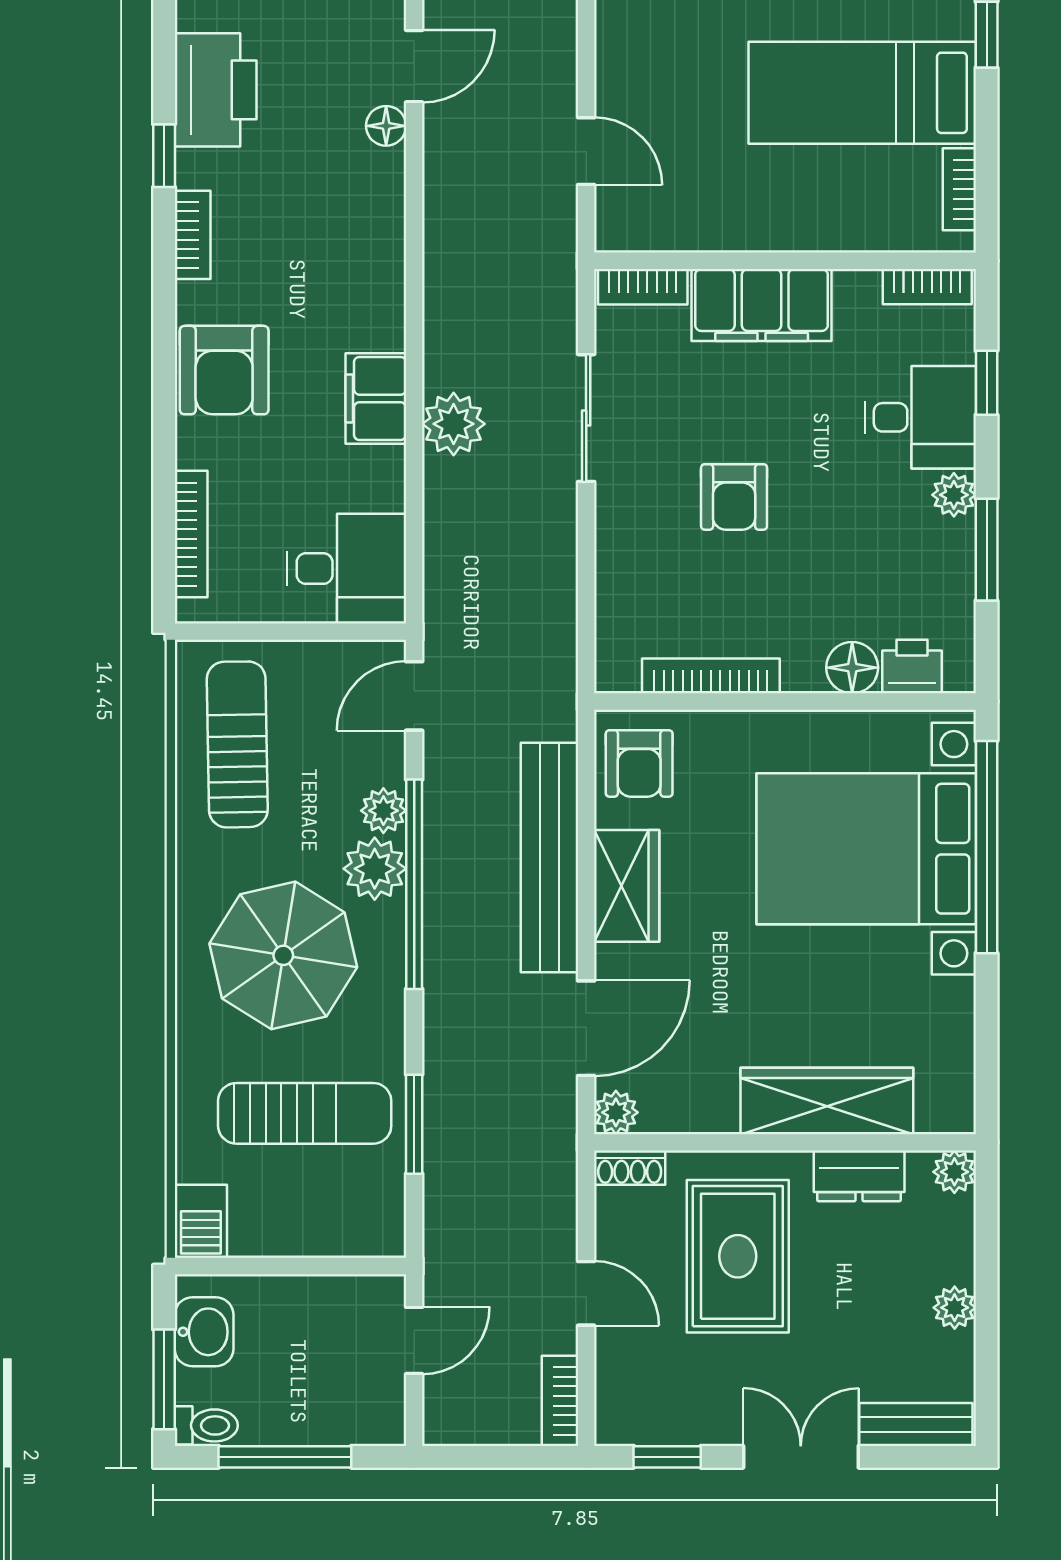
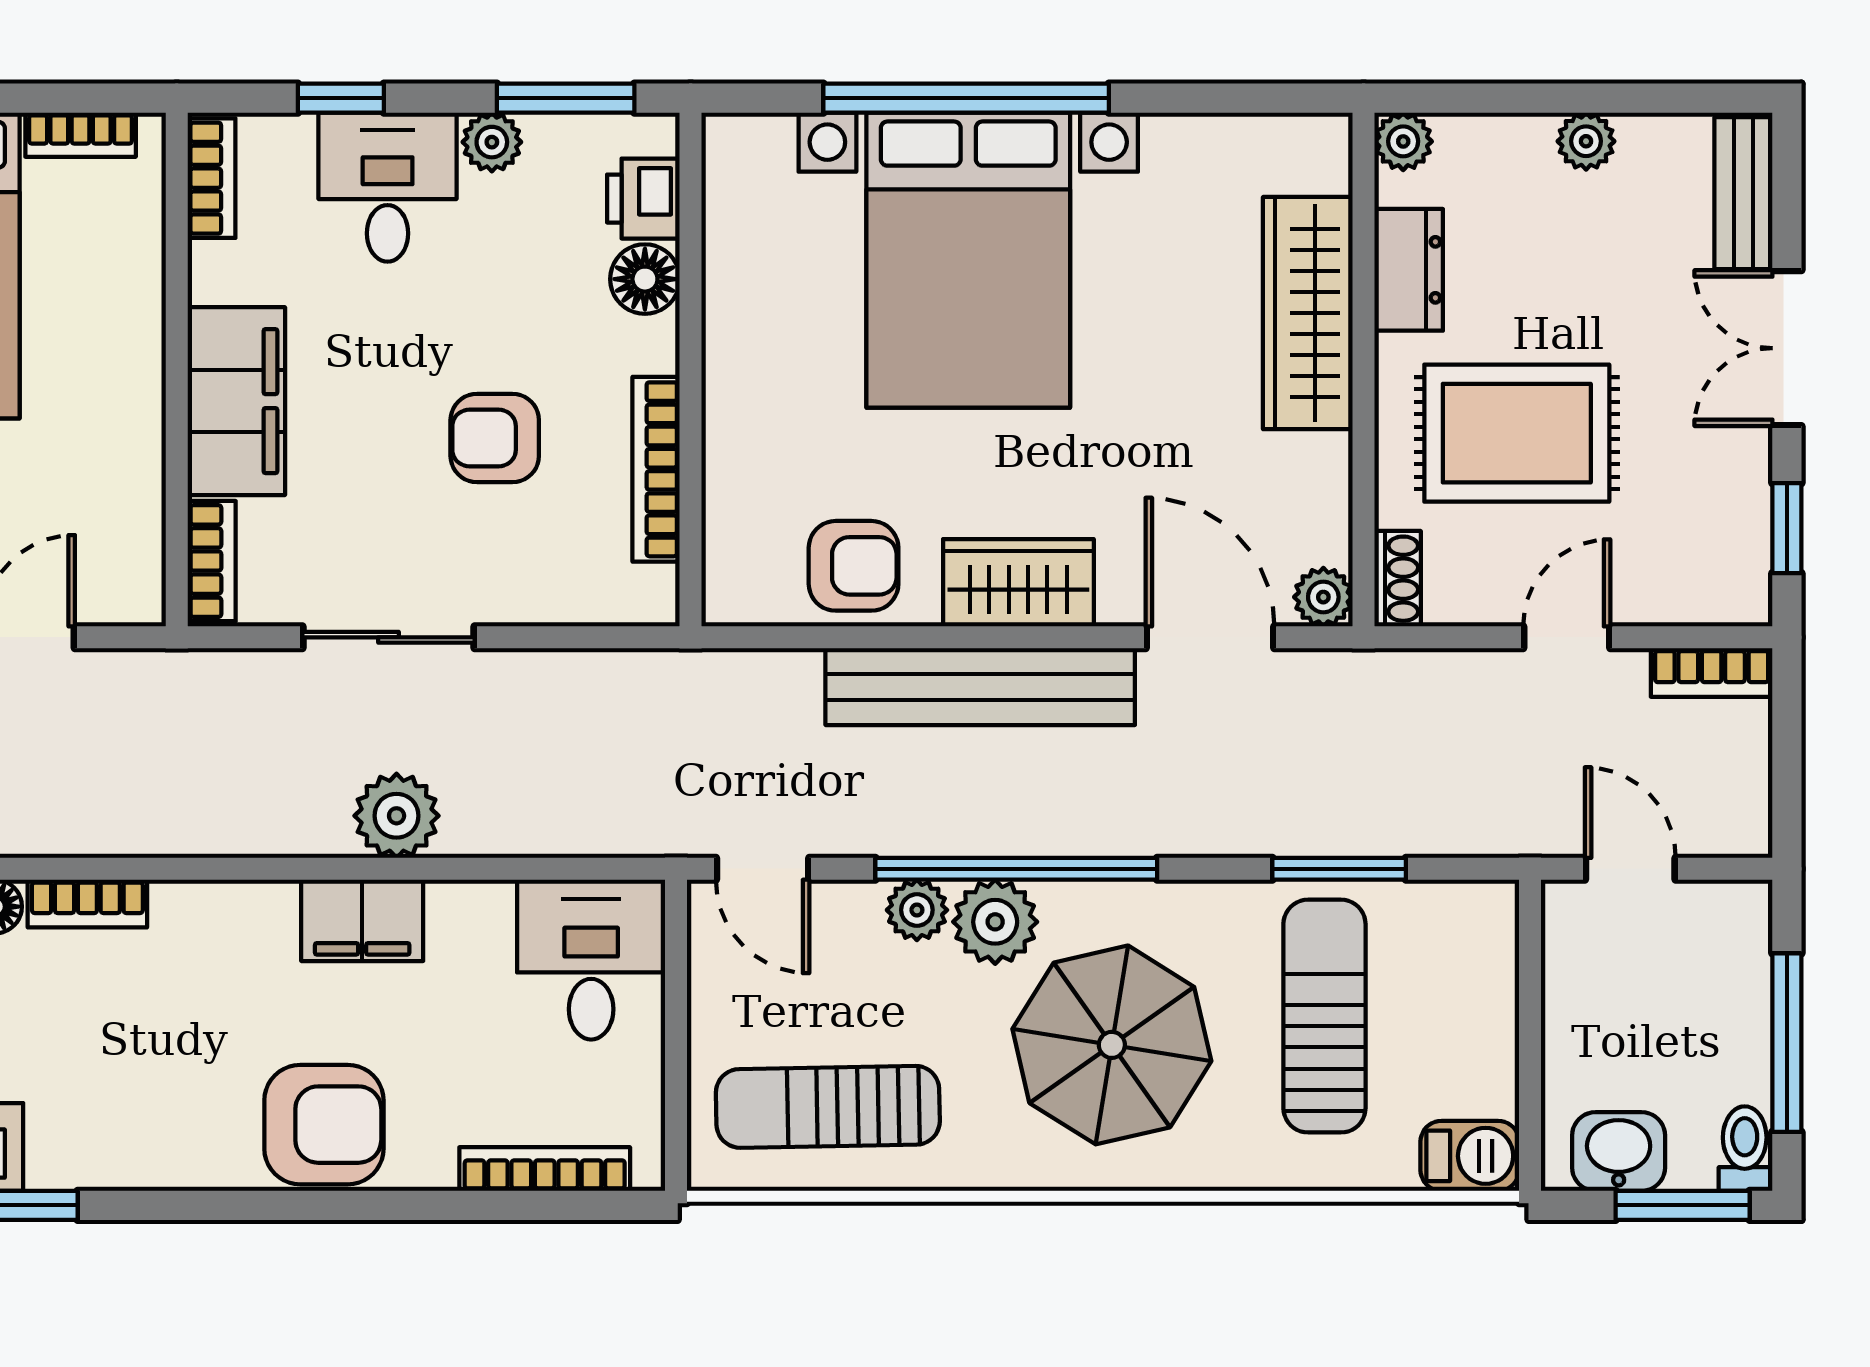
bookcase: (193, 235) -> (87, 904), moved, turned 180
armchair: (734, 497) -> (495, 438), turned 180
printer: (912, 667) -> (643, 199), moved
floor lamp: (852, 668) -> (645, 279), moved
bookcase: (711, 676) -> (656, 469), moved
wall: (785, 702) -> (691, 370), moved

